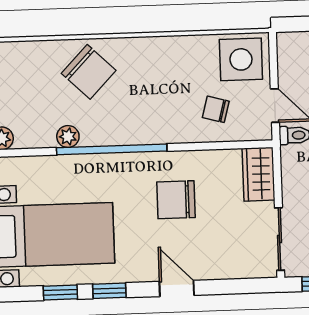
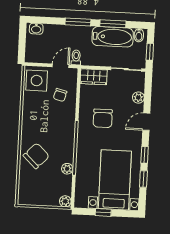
plant: (224, 268) -> (138, 98), added

